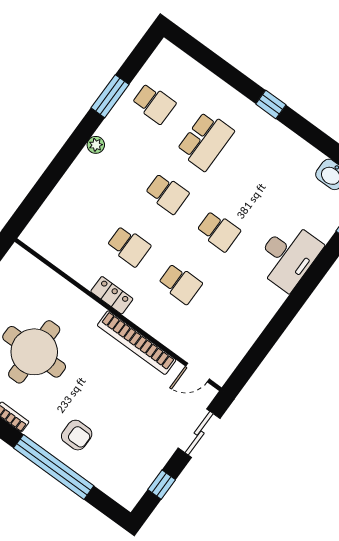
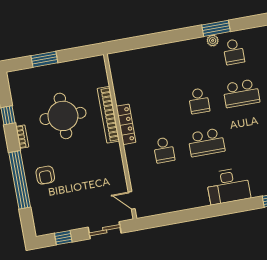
plant: (96, 145) -> (213, 40), moved
school desk: (219, 231) -> (206, 142), width x1.85
school desk: (129, 246) -> (156, 109), removed
locker: (112, 295) -> (126, 124), width x1.53
bookcase: (137, 343) -> (108, 115), moved

